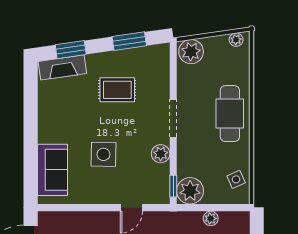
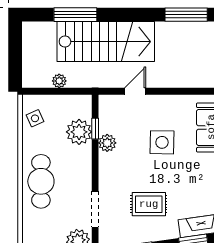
doorway: (173, 118) -> (95, 209), moved
window: (173, 186) -> (95, 129), moved
plant: (190, 191) -> (79, 132), moved

